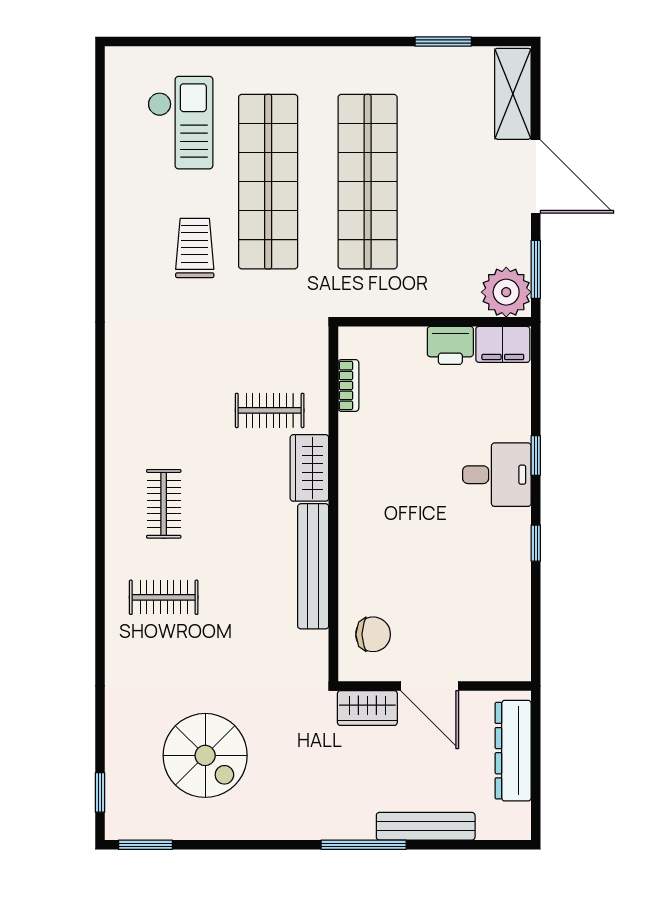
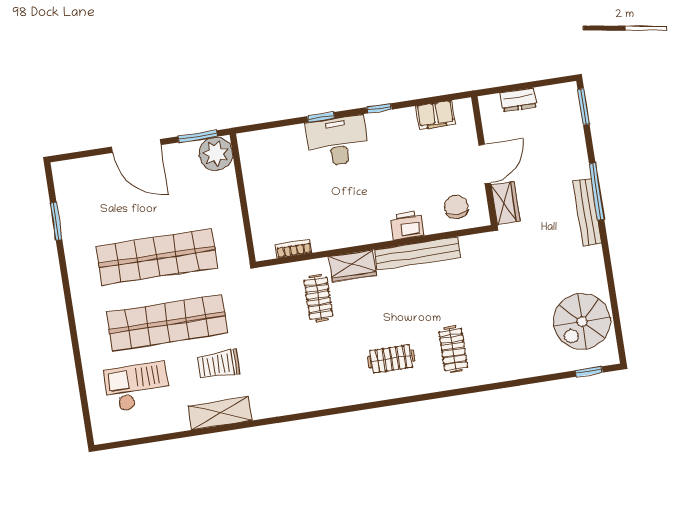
shelving: (513, 94) -> (220, 413), moved
door: (536, 177) -> (136, 146), swing flipped
filing cabinet: (503, 344) -> (436, 115), moved, turned 90
printer: (450, 345) -> (407, 225), moved, turned -90
desk: (497, 475) -> (338, 141), width x1.37
dresser: (513, 751) -> (519, 100), width x0.51, depth x0.80
spiral stairs: (205, 755) -> (582, 321), moved, turned 180
bench: (426, 826) -> (587, 212), moved
window: (146, 845) -> (584, 107), moved

